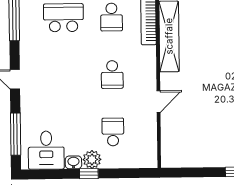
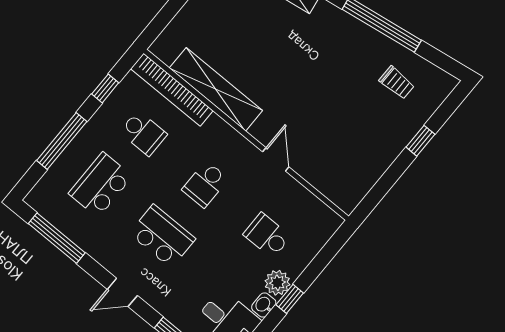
school desk: (64, 75) -> (162, 236), added
school desk: (112, 75) -> (205, 184), turned 90

